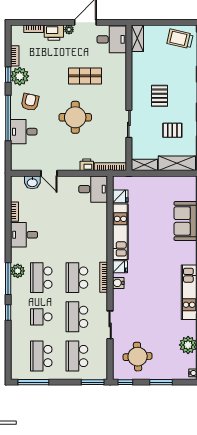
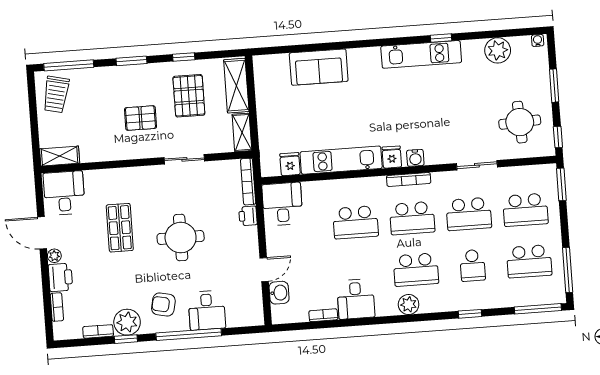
pallet: (172, 130) -> (189, 96), width x1.50, depth x1.42
school desk: (77, 238) -> (356, 222), added
window: (8, 279) -> (538, 309), moved

